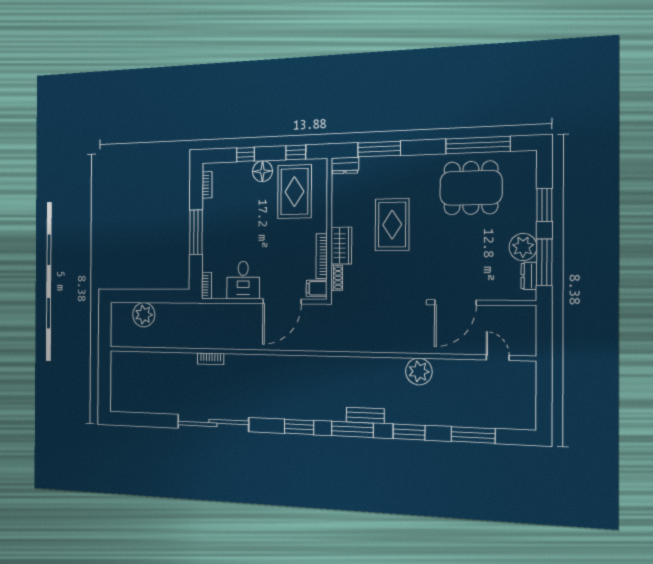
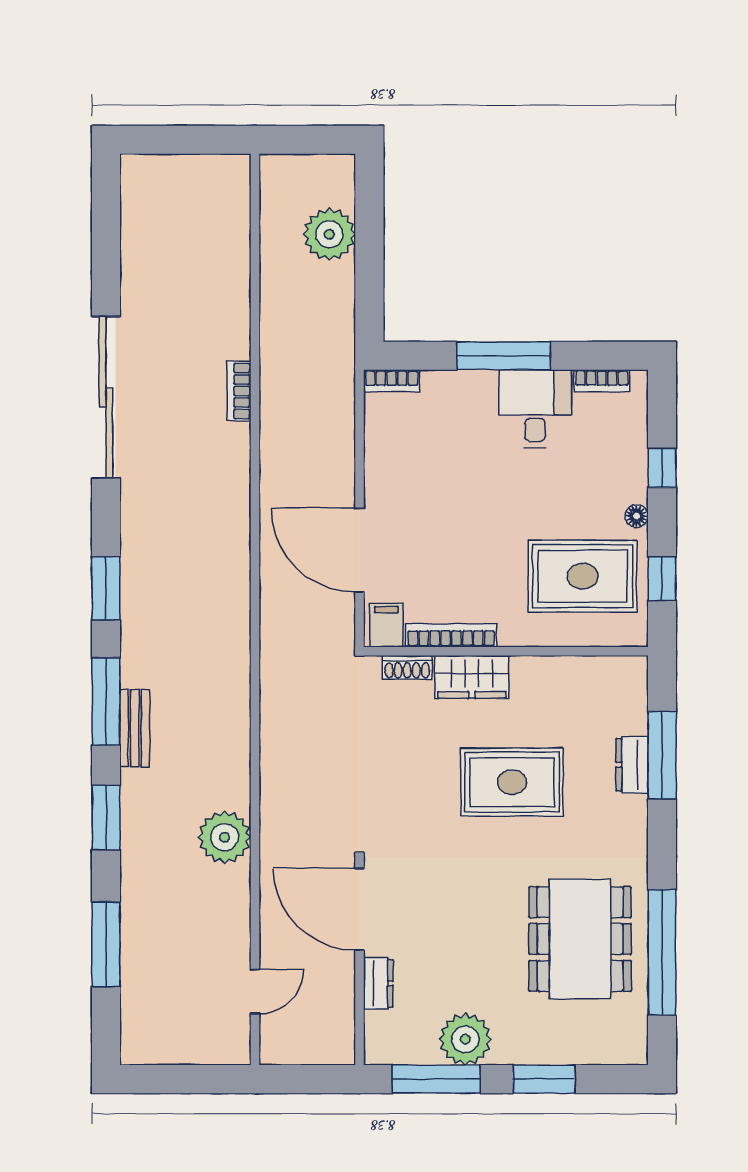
dresser: (345, 165) -> (632, 765), moved
floor lamp: (262, 171) -> (637, 516), width x0.53, depth x0.53
dresser: (529, 276) -> (378, 983), moved, turned 90
desk: (243, 280) -> (535, 409), moved, turned 90

